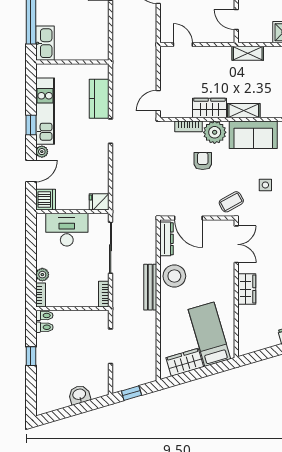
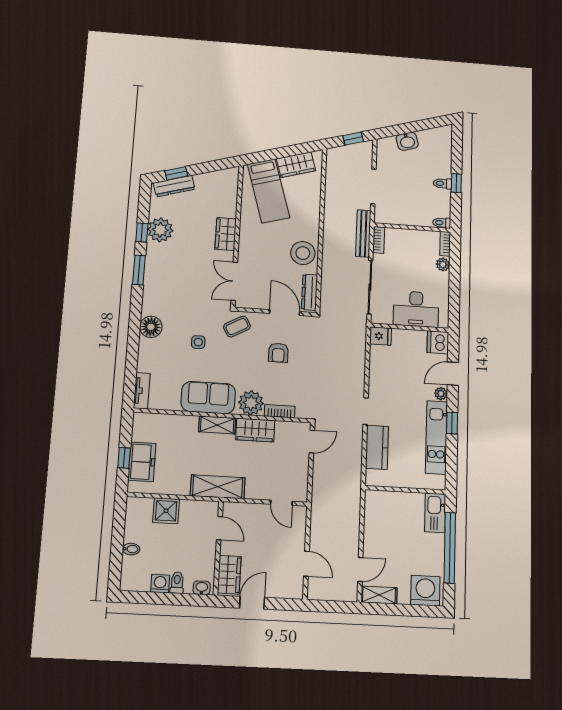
shelving: (248, 53) -> (218, 487), width x1.50, depth x1.33
armchair: (203, 161) -> (278, 353), moved
bench: (150, 287) -> (363, 233), moved
toilet: (44, 327) -> (442, 184), moved

